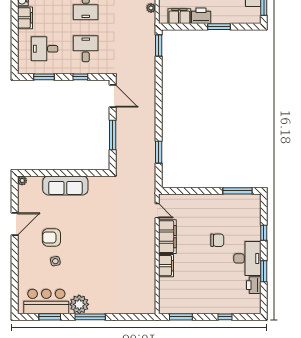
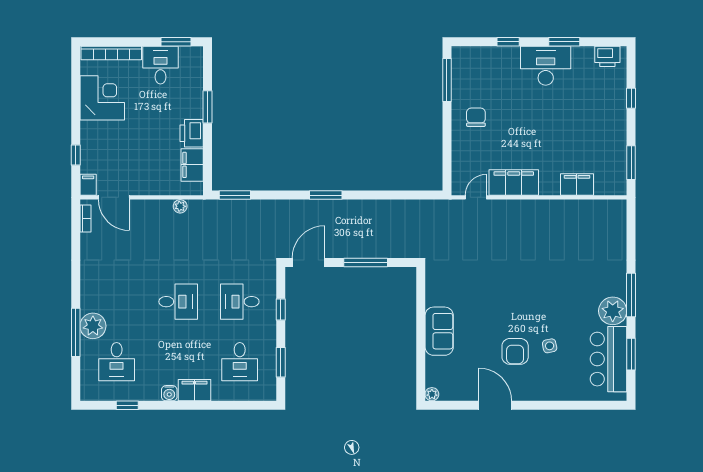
window: (159, 152) -> (326, 195), moved
sofa: (65, 185) -> (439, 331), width x0.73
chair: (217, 240) -> (476, 117), moved
filing cabinet: (166, 266) -> (577, 184), moved
printer: (254, 285) -> (607, 56), moved

